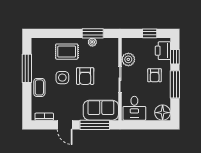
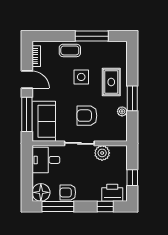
window: (93, 33) -> (132, 98), moved
armchair: (155, 75) -> (68, 192), moved
armchair: (85, 76) -> (87, 116), moved
window: (175, 84) -> (58, 206), moved
door: (65, 125) -> (27, 80), swing flipped

